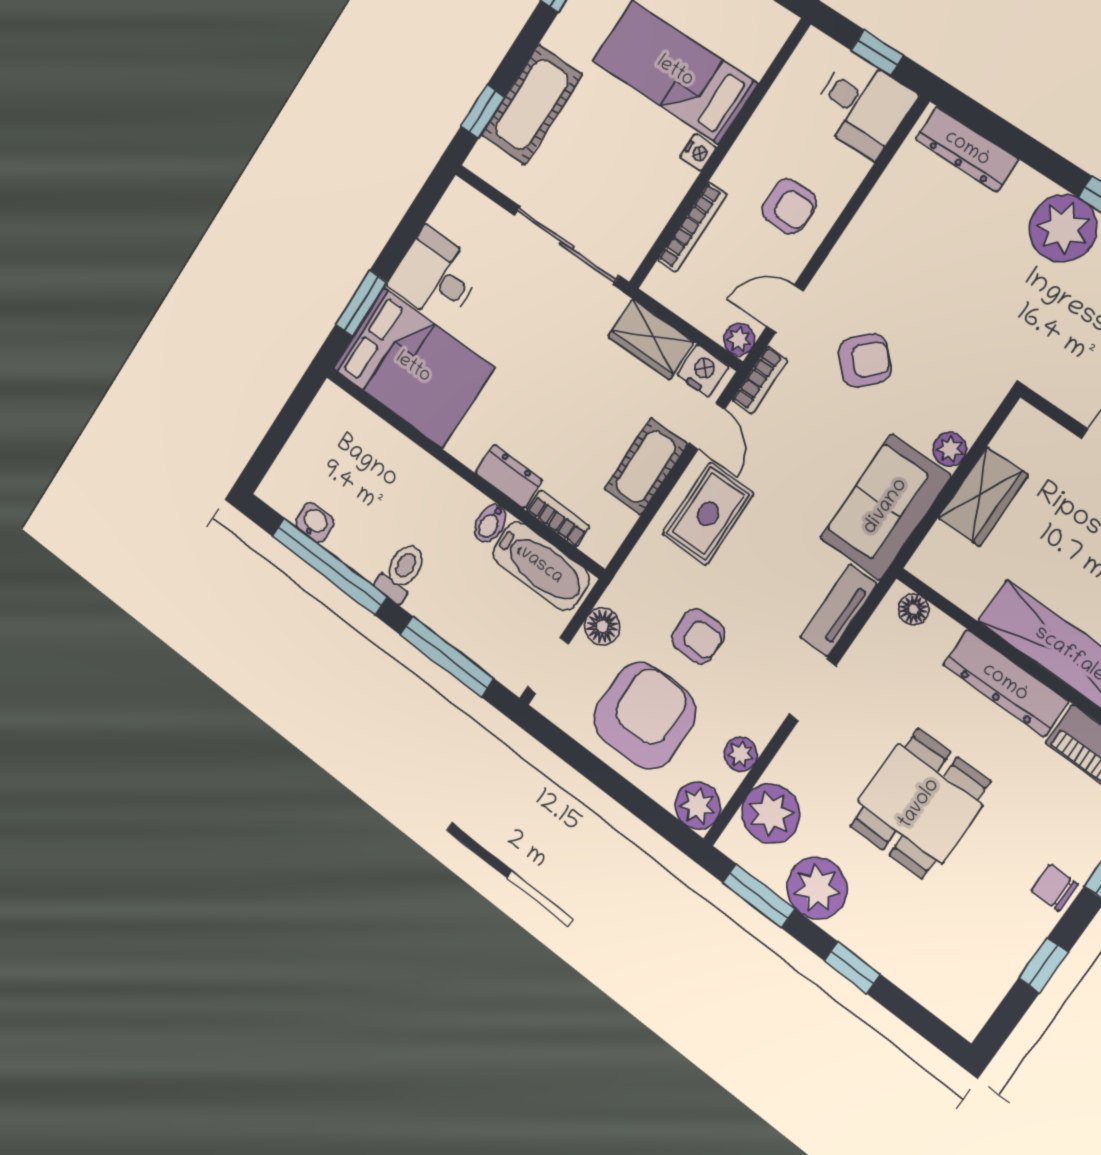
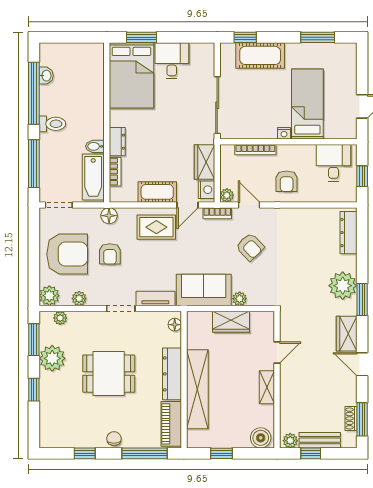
desk: (862, 106) -> (333, 163), moved, turned 180
floor lamp: (602, 626) -> (109, 216), moved
plant: (771, 814) -> (60, 318), width x0.53, depth x0.53

